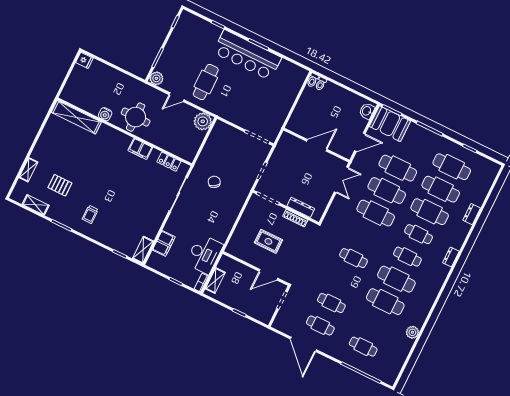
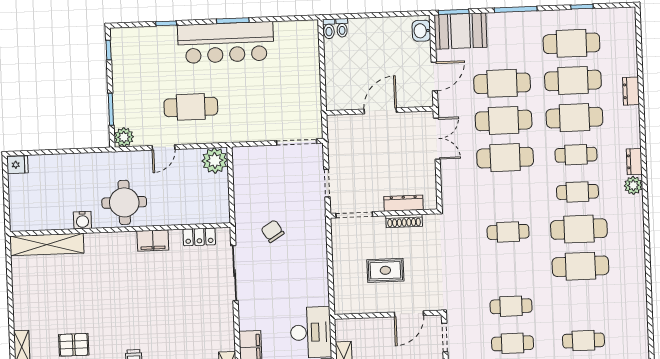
cafe table: (206, 82) -> (191, 107), turned 90
plant: (412, 332) -> (633, 185), moved

